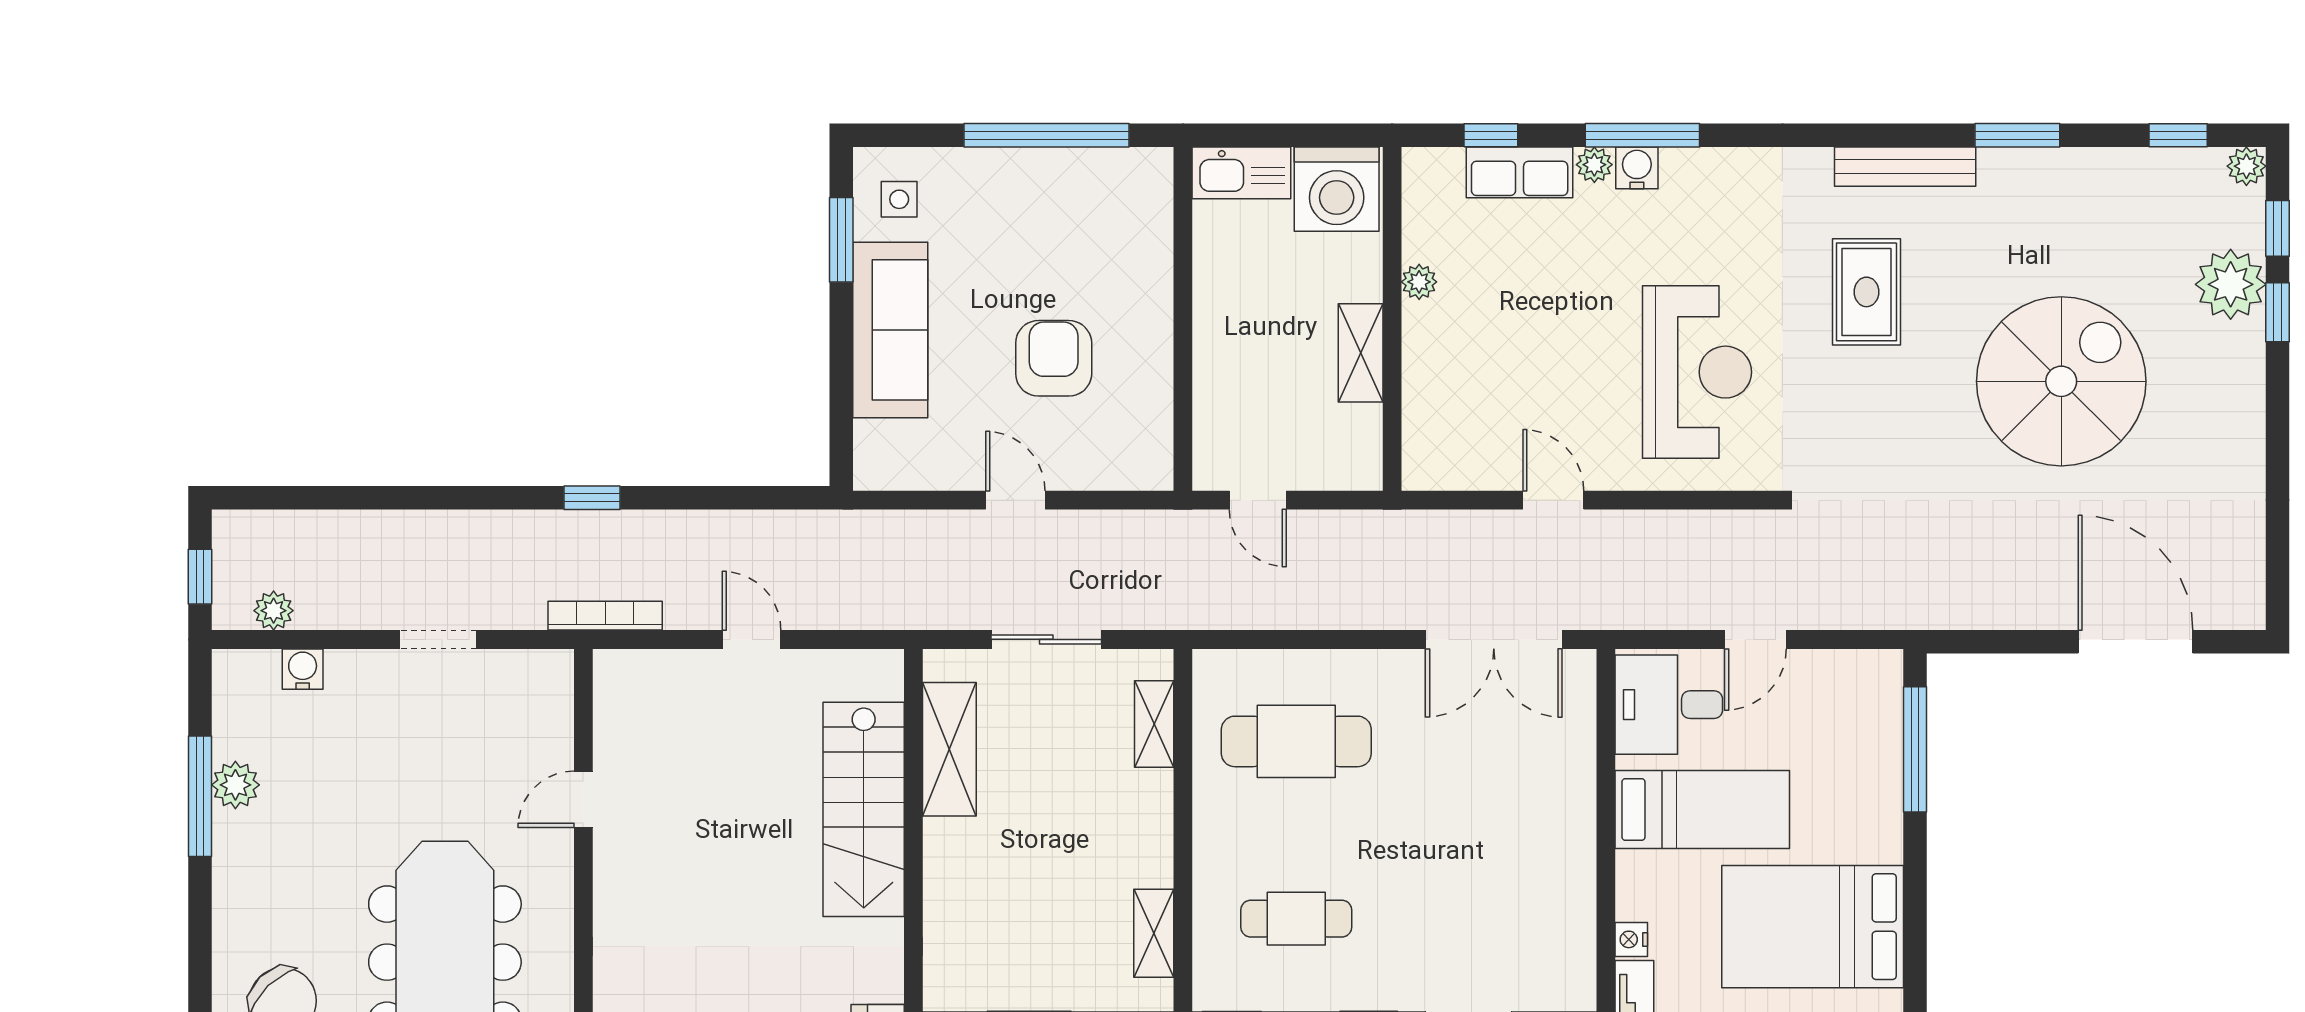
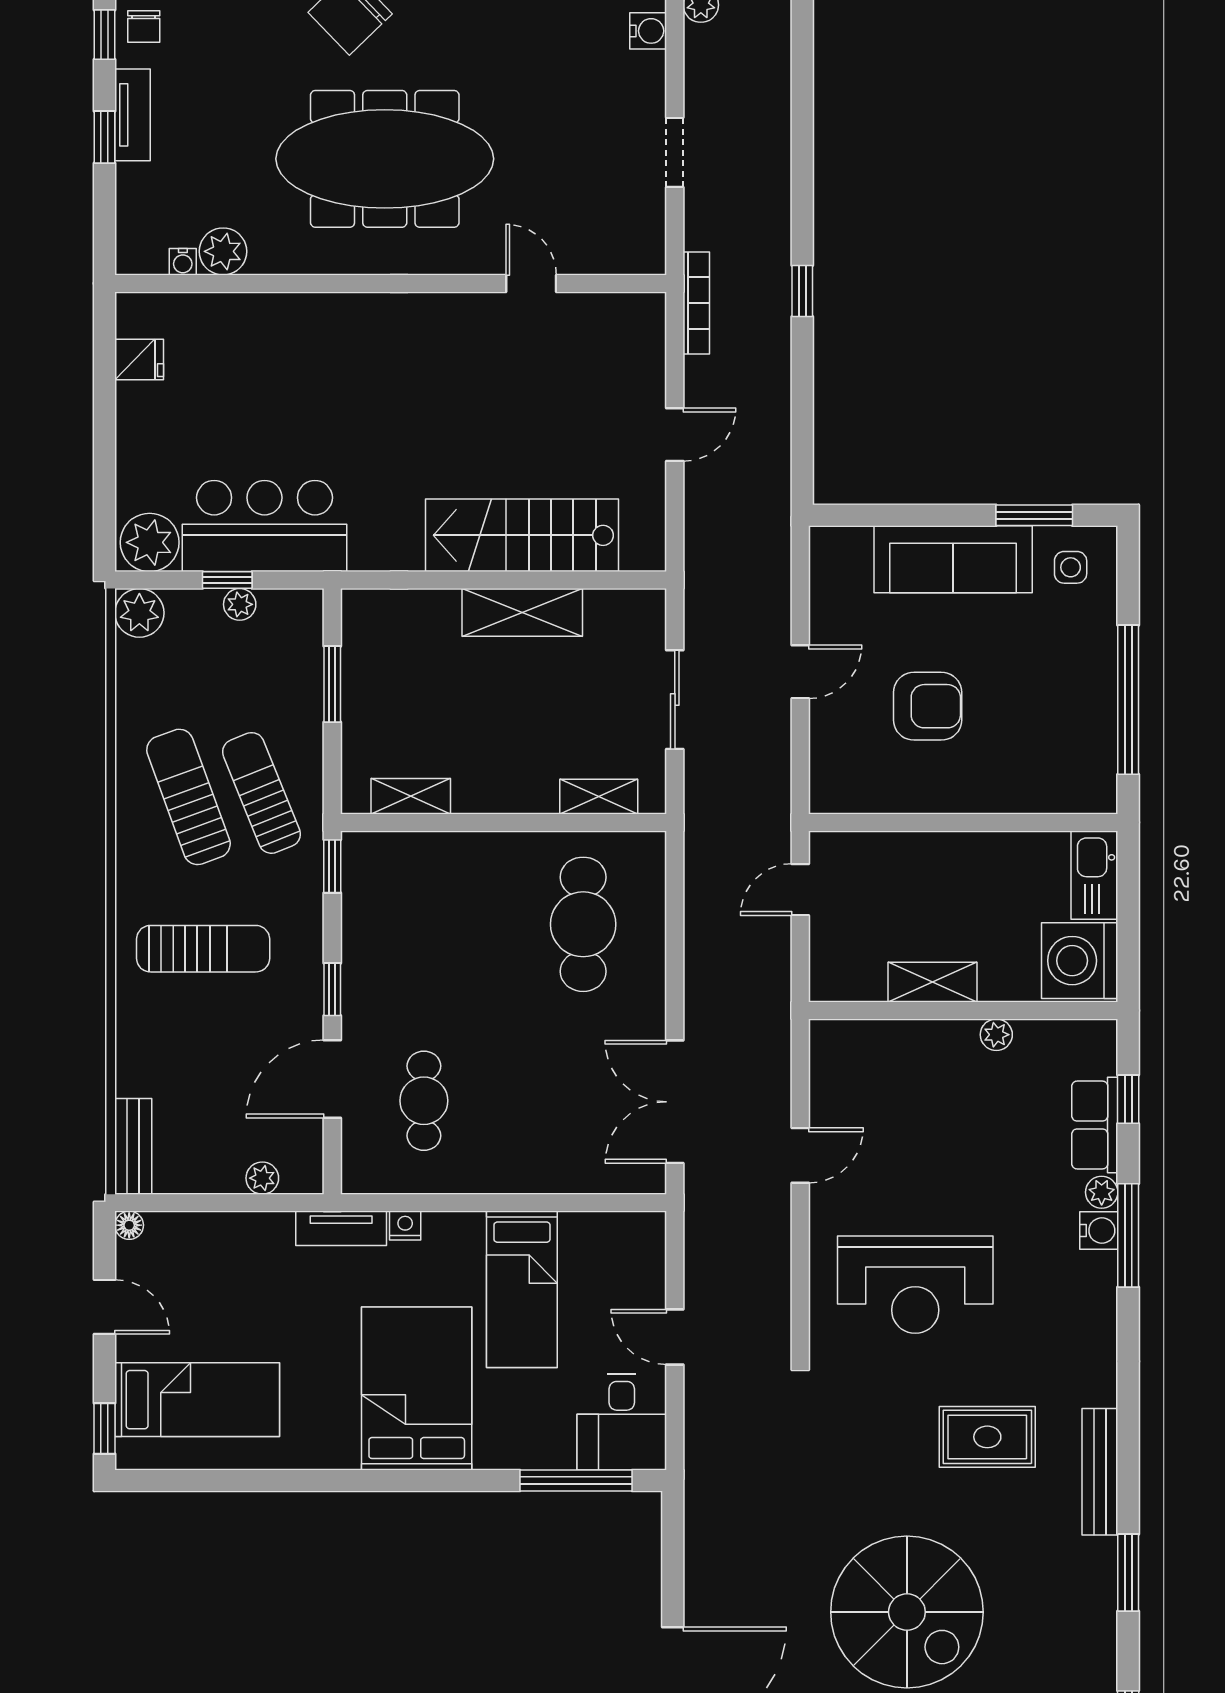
desk: (1669, 705) -> (622, 1422), moved, turned 180
shelving: (949, 749) -> (522, 612), moved
cafe table: (1296, 919) -> (424, 1101), moved

